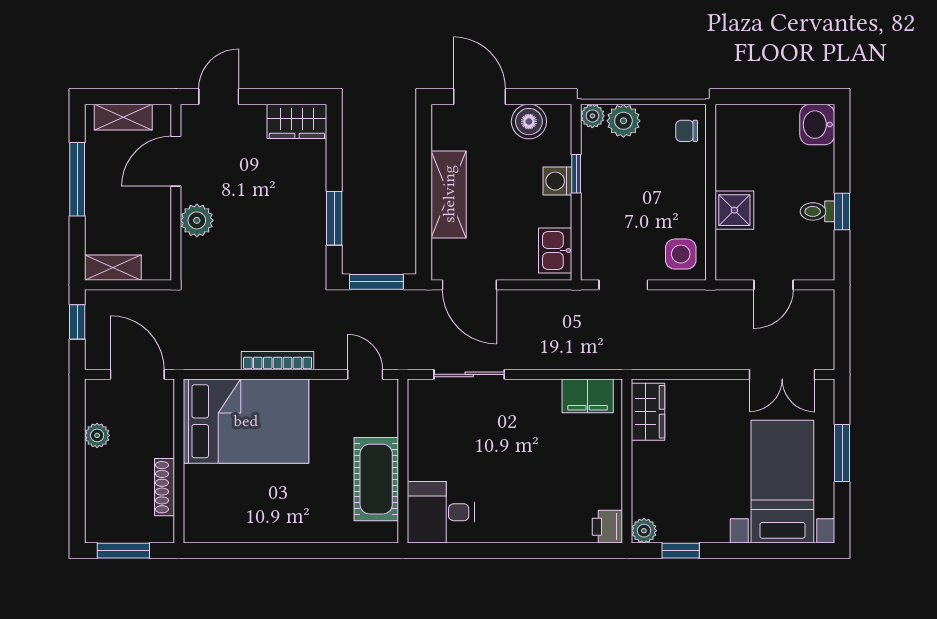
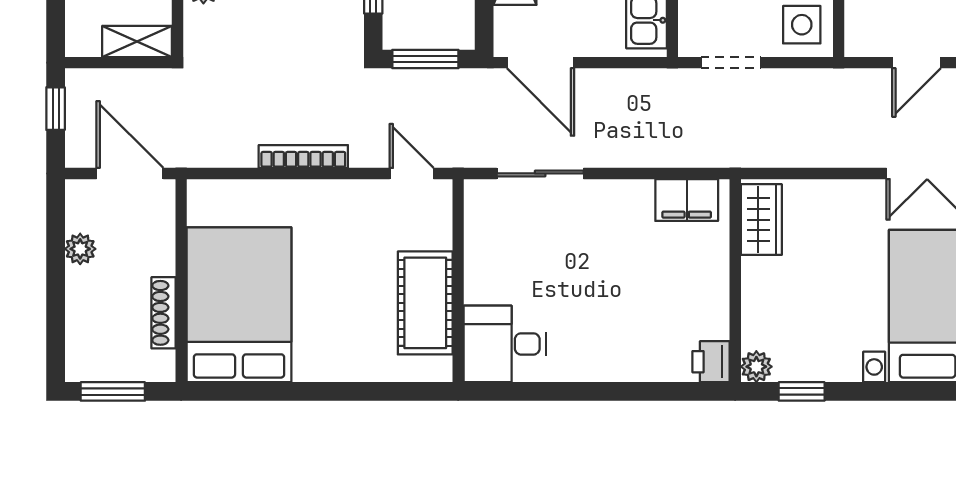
shelving: (113, 268) -> (137, 41), moved
bed: (246, 421) -> (239, 305), moved, turned -90

